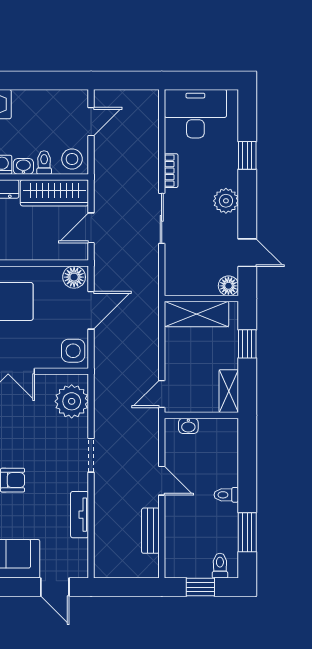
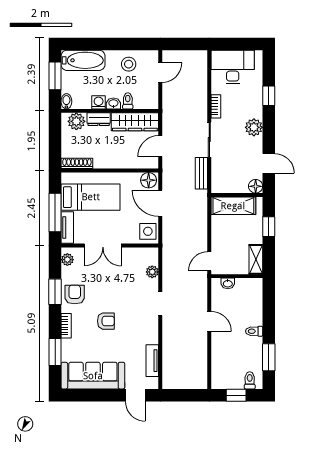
stool: (72, 159) -> (129, 64), moved
door: (91, 310) -> (160, 203), swing flipped
plant: (72, 401) -> (152, 272), width x0.53, depth x0.53
tv unit: (80, 515) -> (152, 361), moved
bench: (150, 531) -> (201, 173), moved

